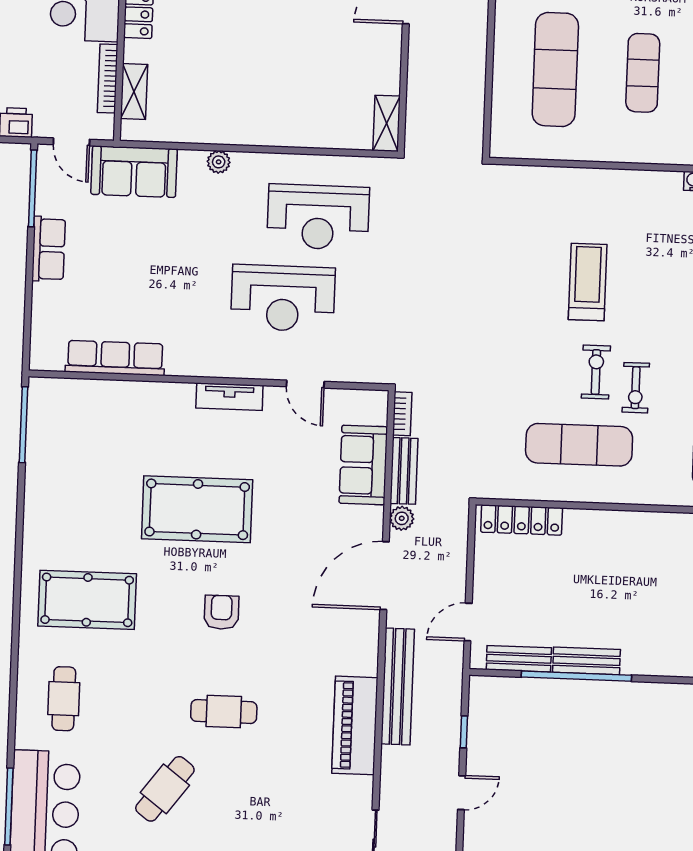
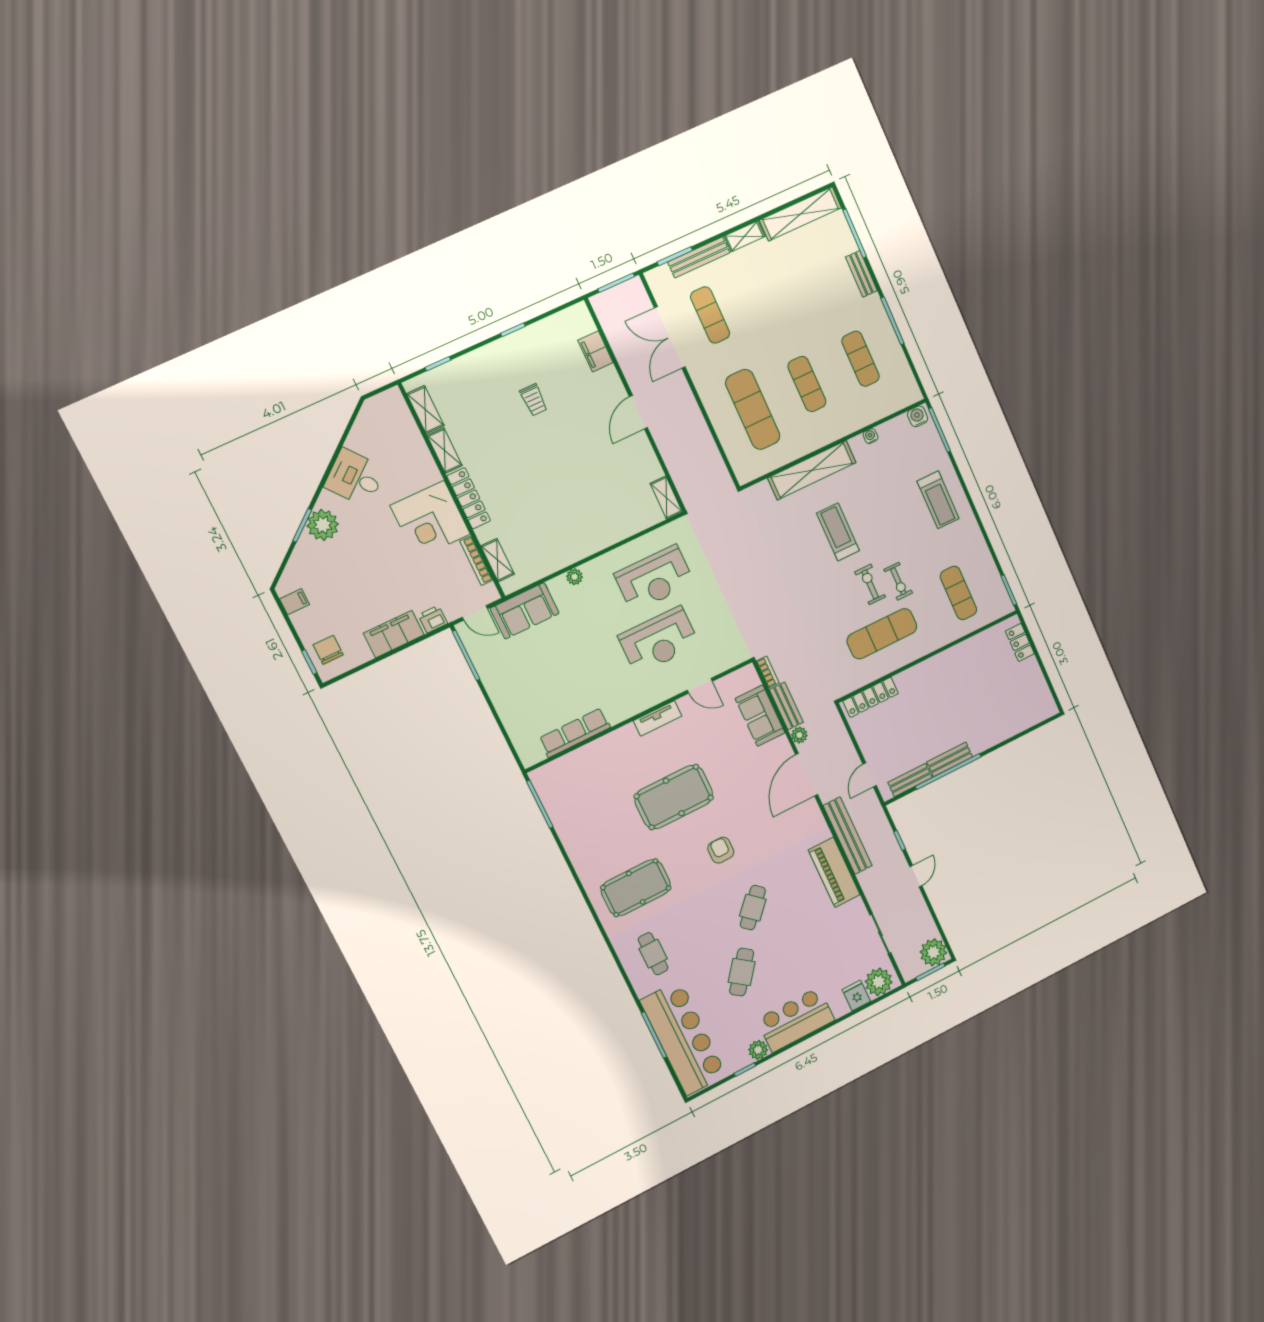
shelving: (593, 185) -> (812, 470), added
row of seats: (49, 249) -> (497, 688), removed
cafe table: (224, 712) -> (753, 908), turned -48

